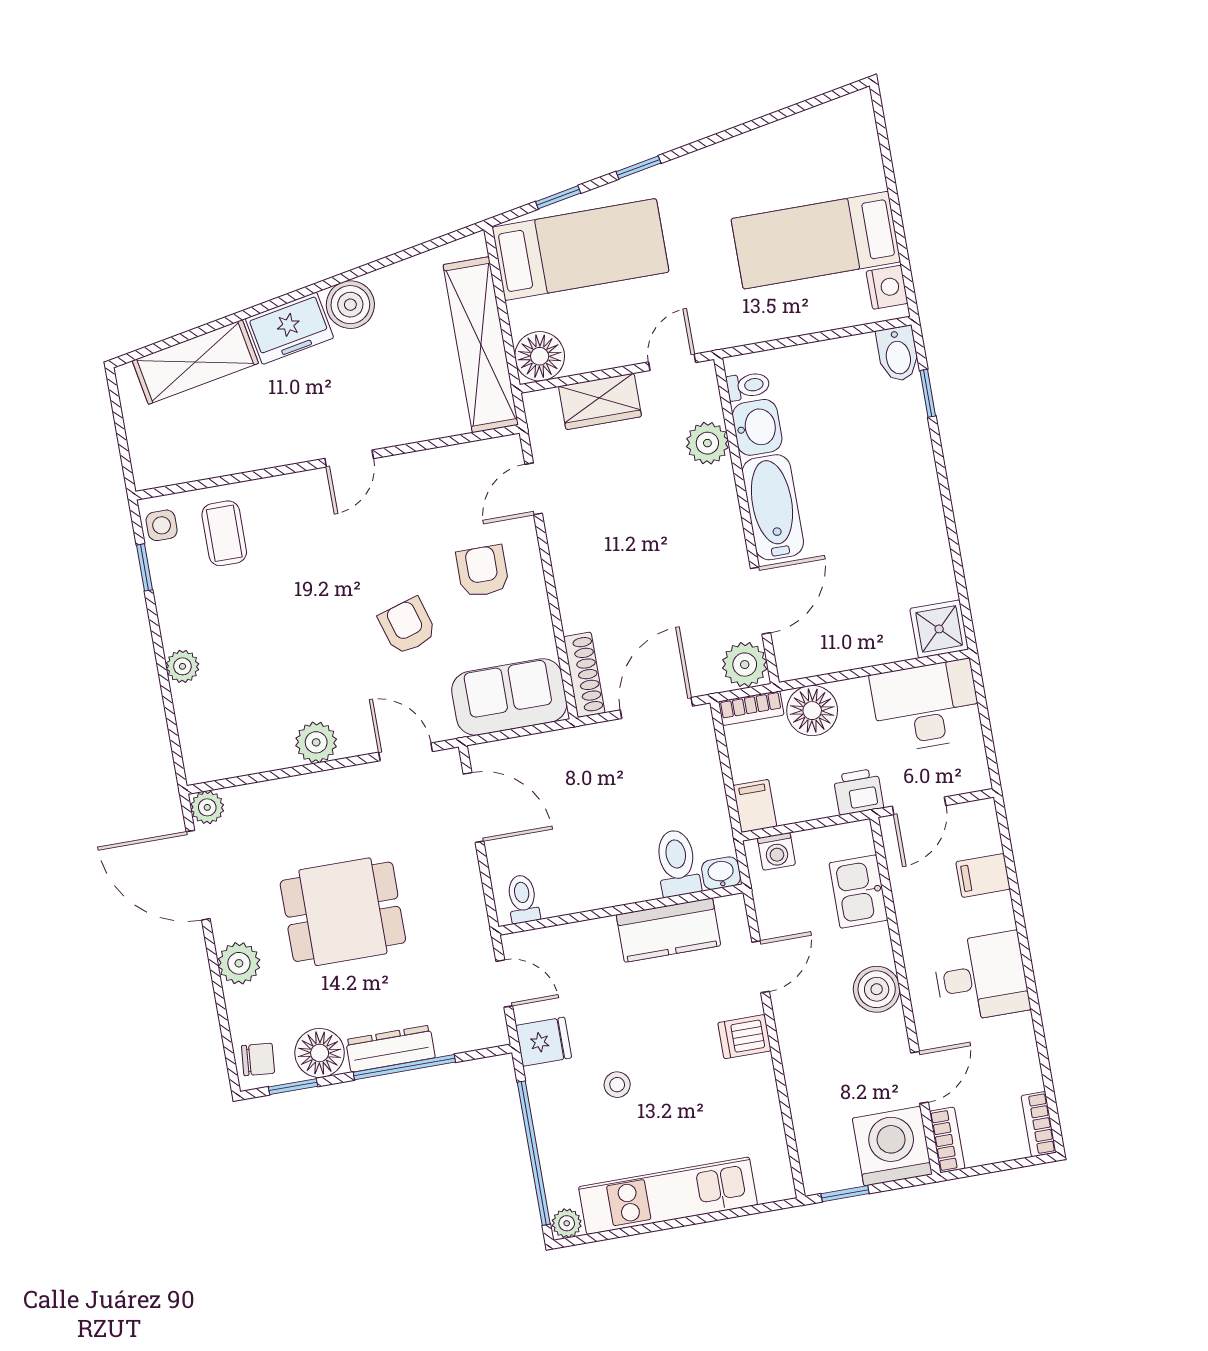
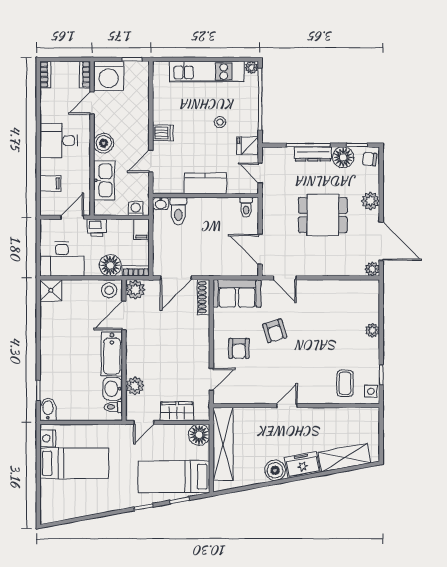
stool: (805, 653) -> (109, 290), added
plant: (316, 742) -> (322, 288), removed
kitchen sink: (858, 891) -> (104, 180), width x1.38
kitchen counter: (668, 930) -> (205, 183), moved

